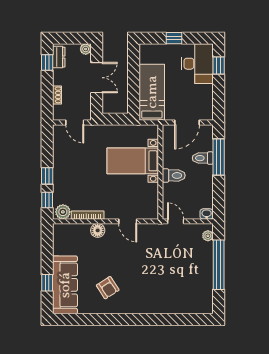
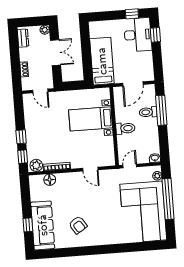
window: (174, 38) -> (132, 14), moved
window: (47, 62) -> (14, 43), removed
door: (176, 221) -> (130, 166), hinge flipped
floor lamp: (98, 230) -> (50, 180), moved
corner sofa: (188, 278) -> (143, 212), added

